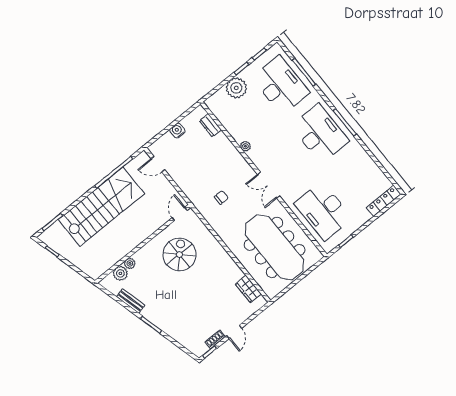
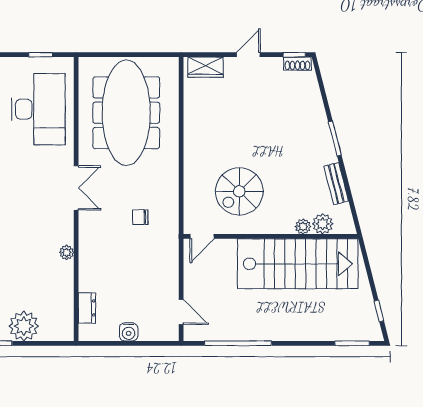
stairs: (101, 207) -> (298, 264), moved, turned 180
wardrobe: (248, 289) -> (206, 67), moved, turned 90
shoe rack: (215, 339) -> (297, 64), moved

